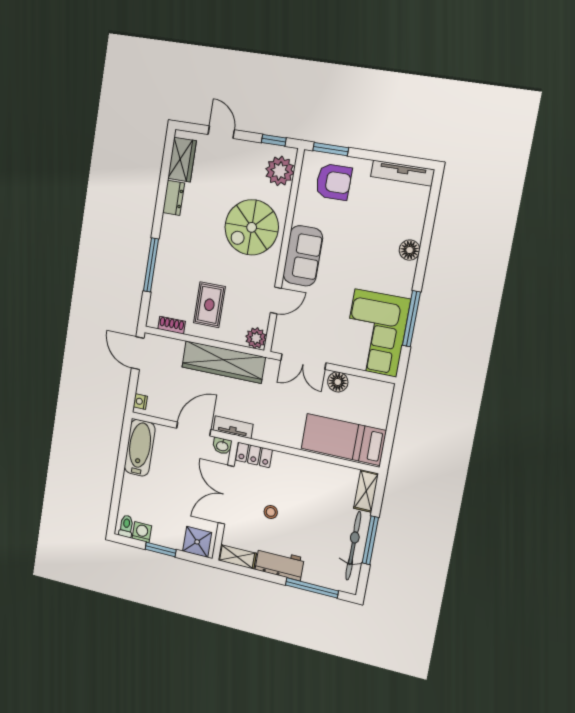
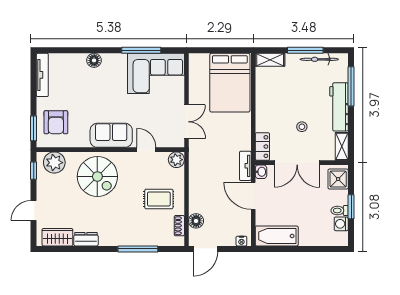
armchair: (334, 182) -> (56, 122), turned 180
wardrobe: (223, 362) -> (199, 181), removed
floor lamp: (338, 382) -> (196, 221), moved
bed: (344, 439) -> (230, 83), width x1.50
toilet: (126, 526) -> (340, 211), moved
bicycle: (353, 546) -> (319, 59), width x0.73, depth x0.71
workbench: (280, 564) -> (339, 107), width x1.38

